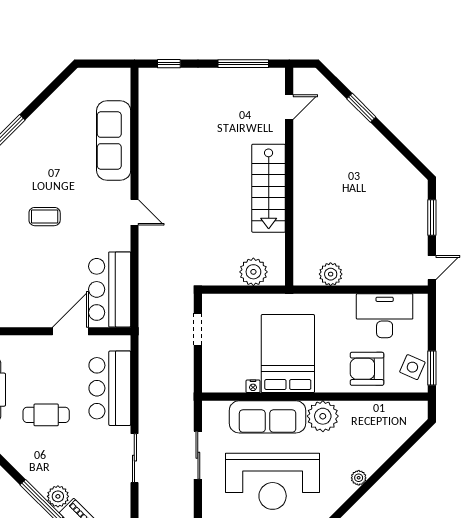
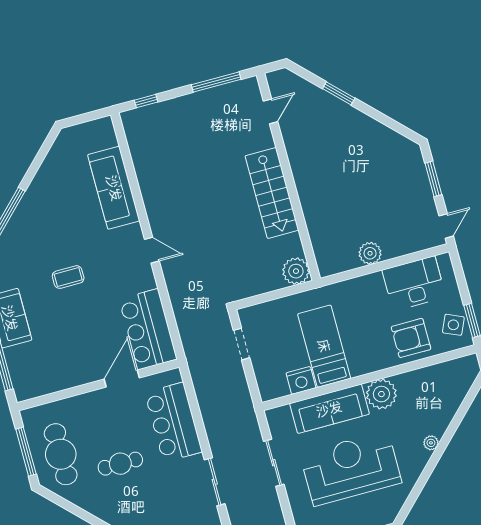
plant: (253, 272) -> (296, 271), moved
plant: (331, 274) -> (370, 253), moved
bed: (288, 354) -> (324, 346), width x0.67
nightstand: (253, 386) -> (301, 380), width x1.89, depth x1.79
reception desk: (273, 481) -> (351, 468), turned 180

